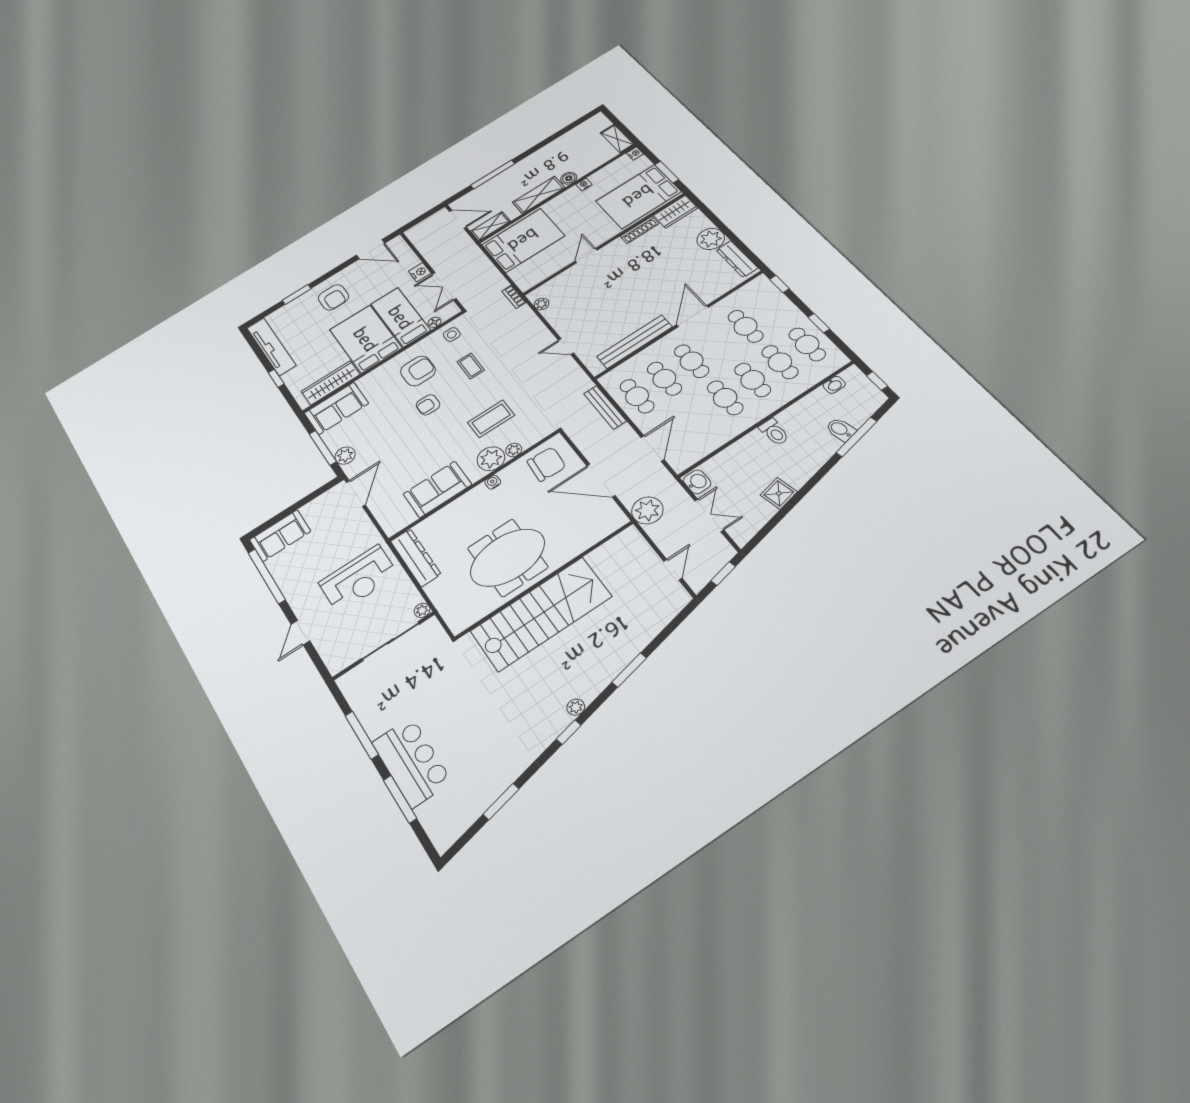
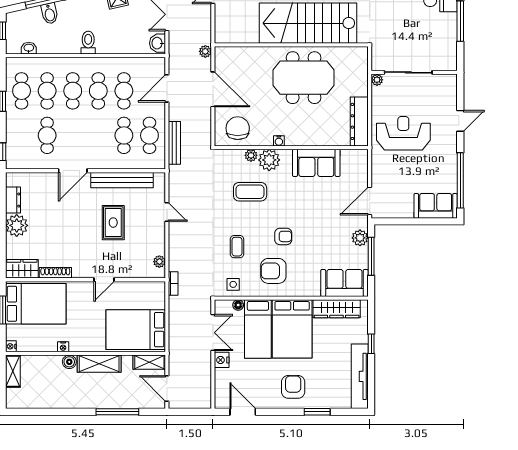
dresser: (737, 259) -> (13, 200), width x0.70
rug: (615, 303) -> (113, 223), added
cafe table: (692, 361) -> (124, 91), moved
chair: (546, 464) -> (238, 128), turned 86
plant: (647, 510) -> (205, 51), width x0.53, depth x0.53

